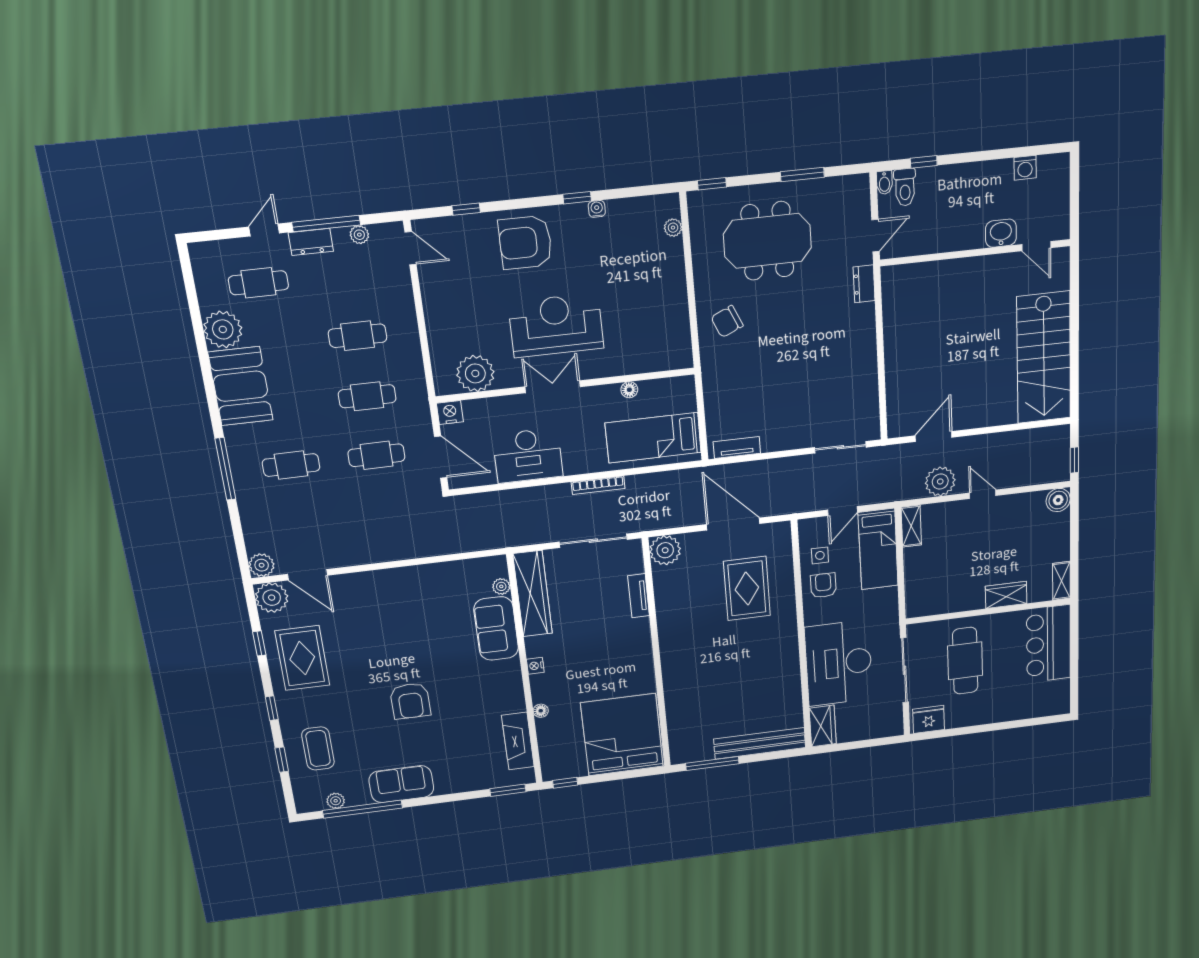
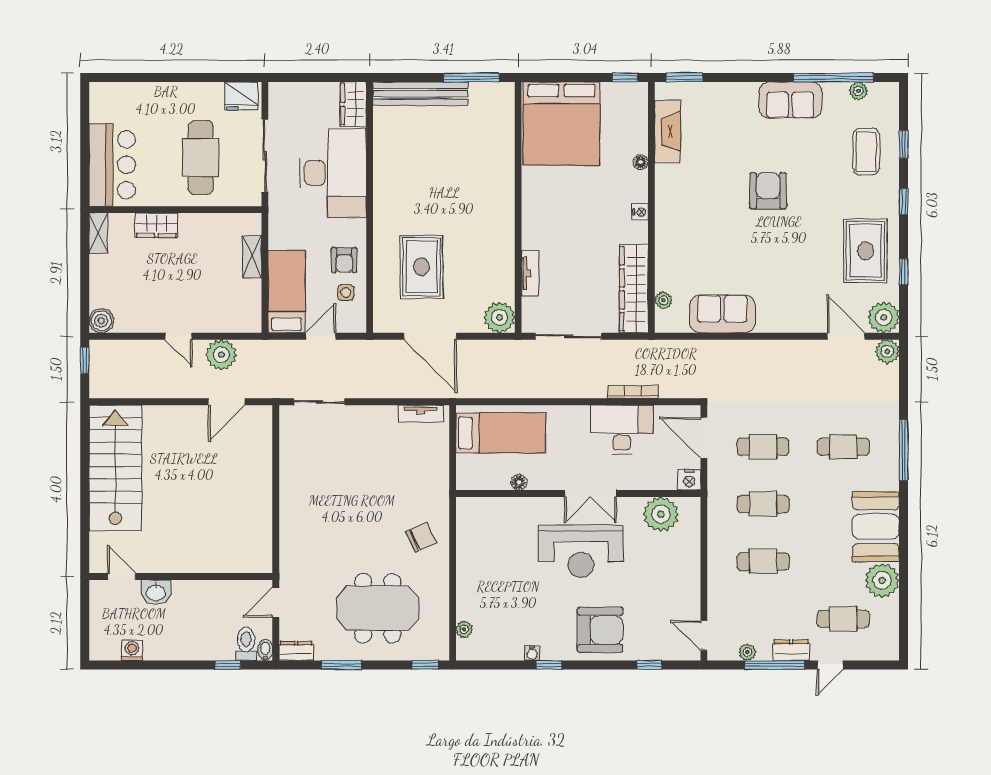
dresser: (864, 284) -> (296, 651), moved, turned -90
bookcase: (598, 485) -> (633, 392), moved
shelving: (911, 526) -> (252, 257), moved
sofa: (496, 629) -> (722, 314), moved, turned -90

